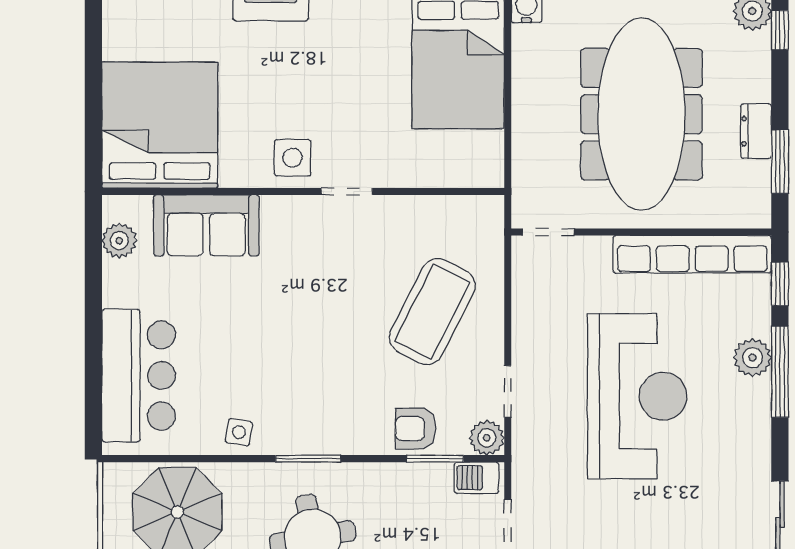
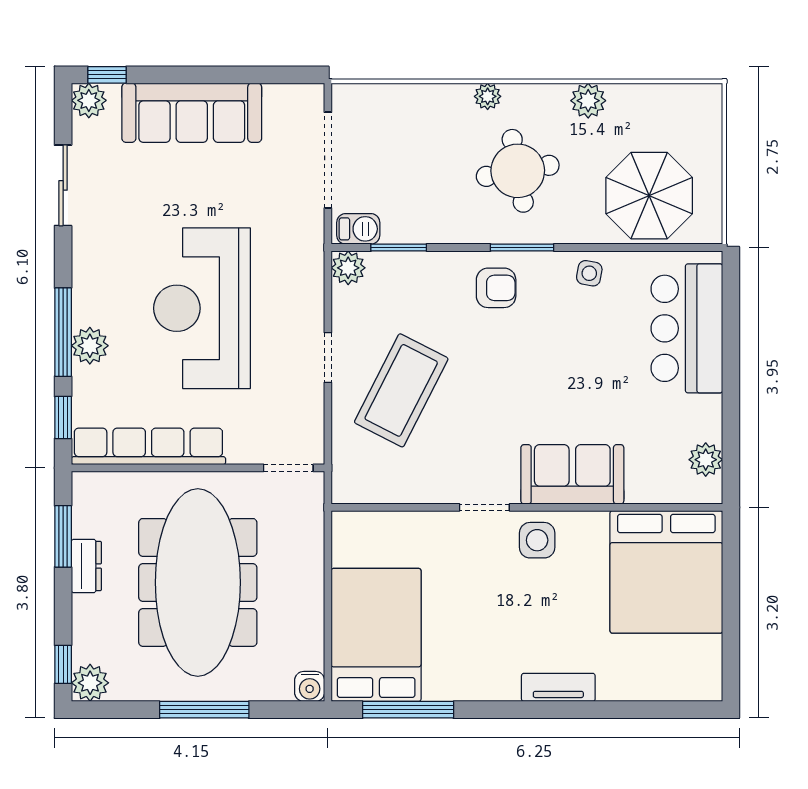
sofa: (206, 225) -> (572, 474), moved
doorway: (508, 392) -> (328, 358), moved
armchair: (416, 429) -> (496, 288), moved

